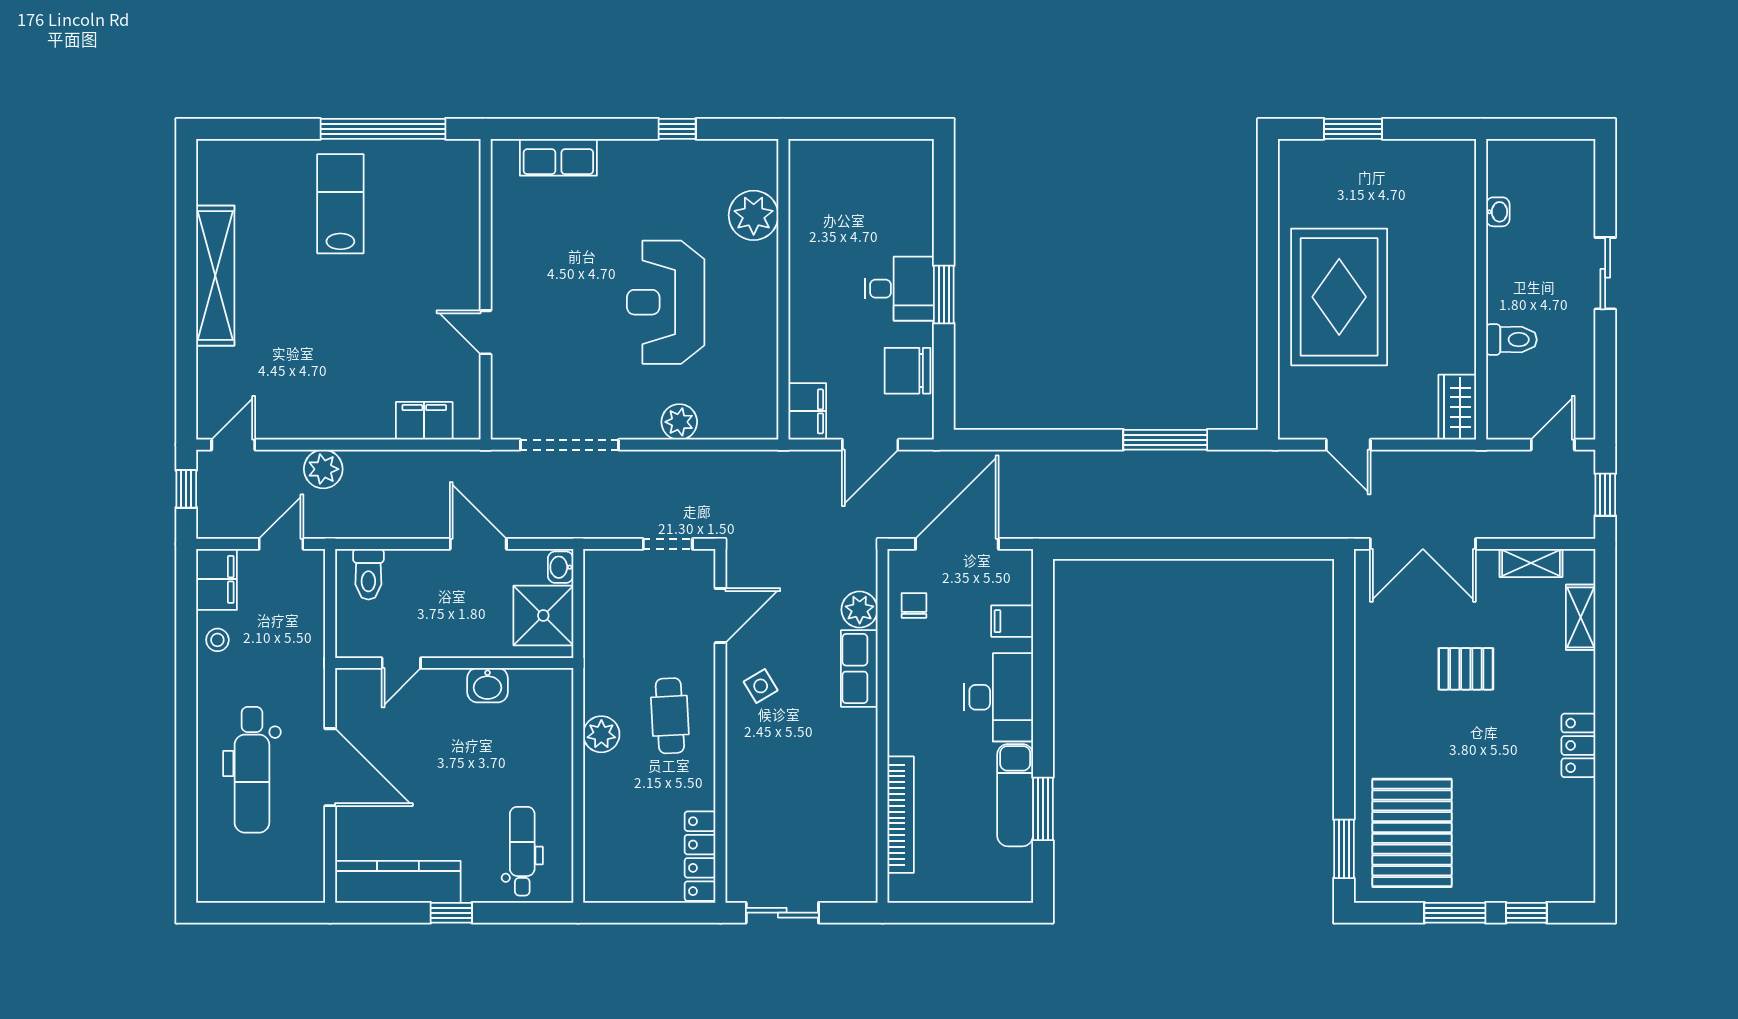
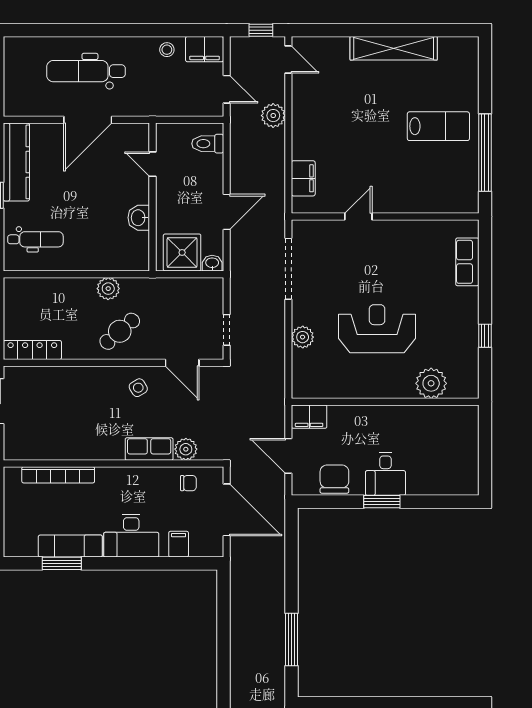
cafe table: (670, 716) -> (120, 331), turned -38

